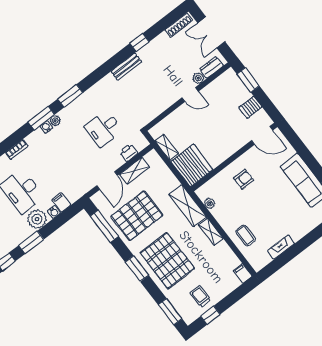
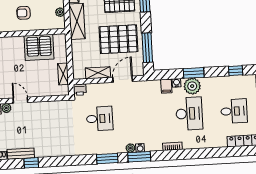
bench: (126, 67) -> (21, 154), moved
printer: (129, 152) -> (80, 90), moved
server rack: (192, 165) -> (39, 47), moved, turned -90
window: (31, 242) -> (194, 73), moved

